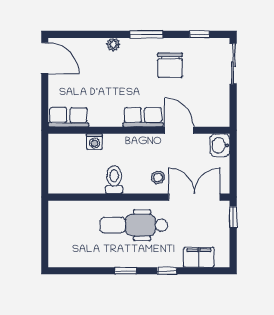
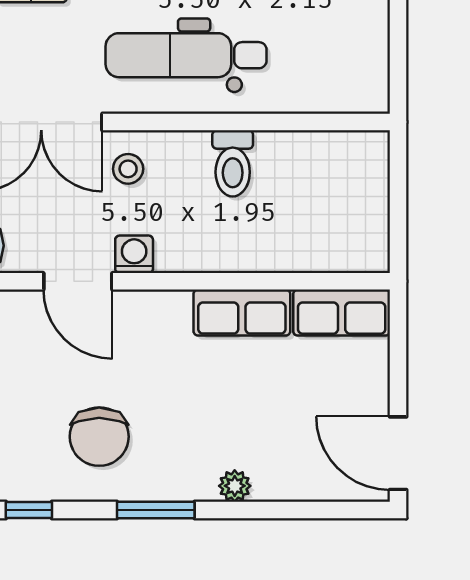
chair: (170, 65) -> (99, 437), turned 180
row of seats: (143, 117) -> (242, 313), moved
washing machine: (94, 142) -> (134, 254), moved
dental chair: (134, 225) -> (186, 55), turned 180

